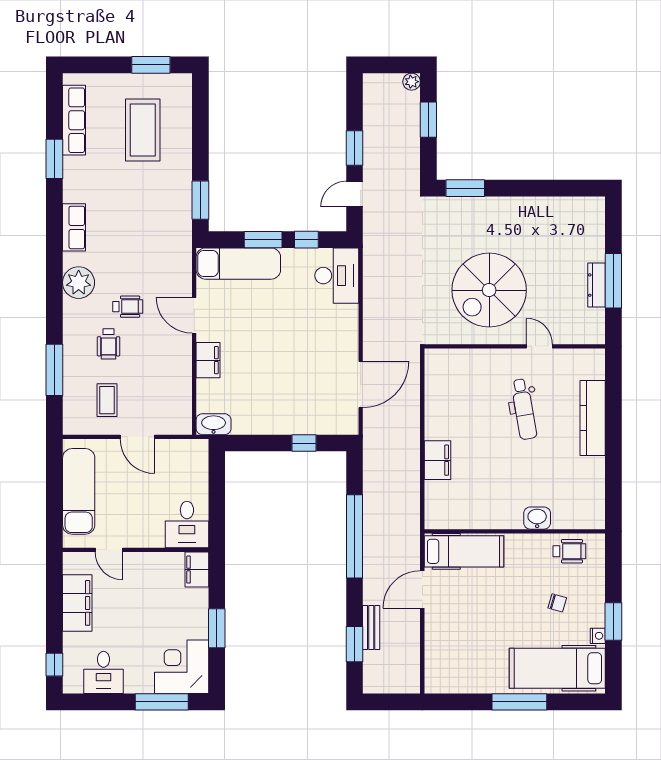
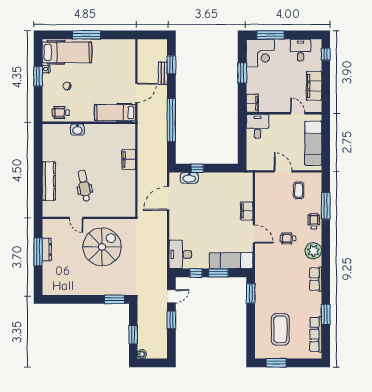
wheelchair: (109, 344) -> (314, 221), moved
washbasin: (214, 424) -> (189, 178), moved

